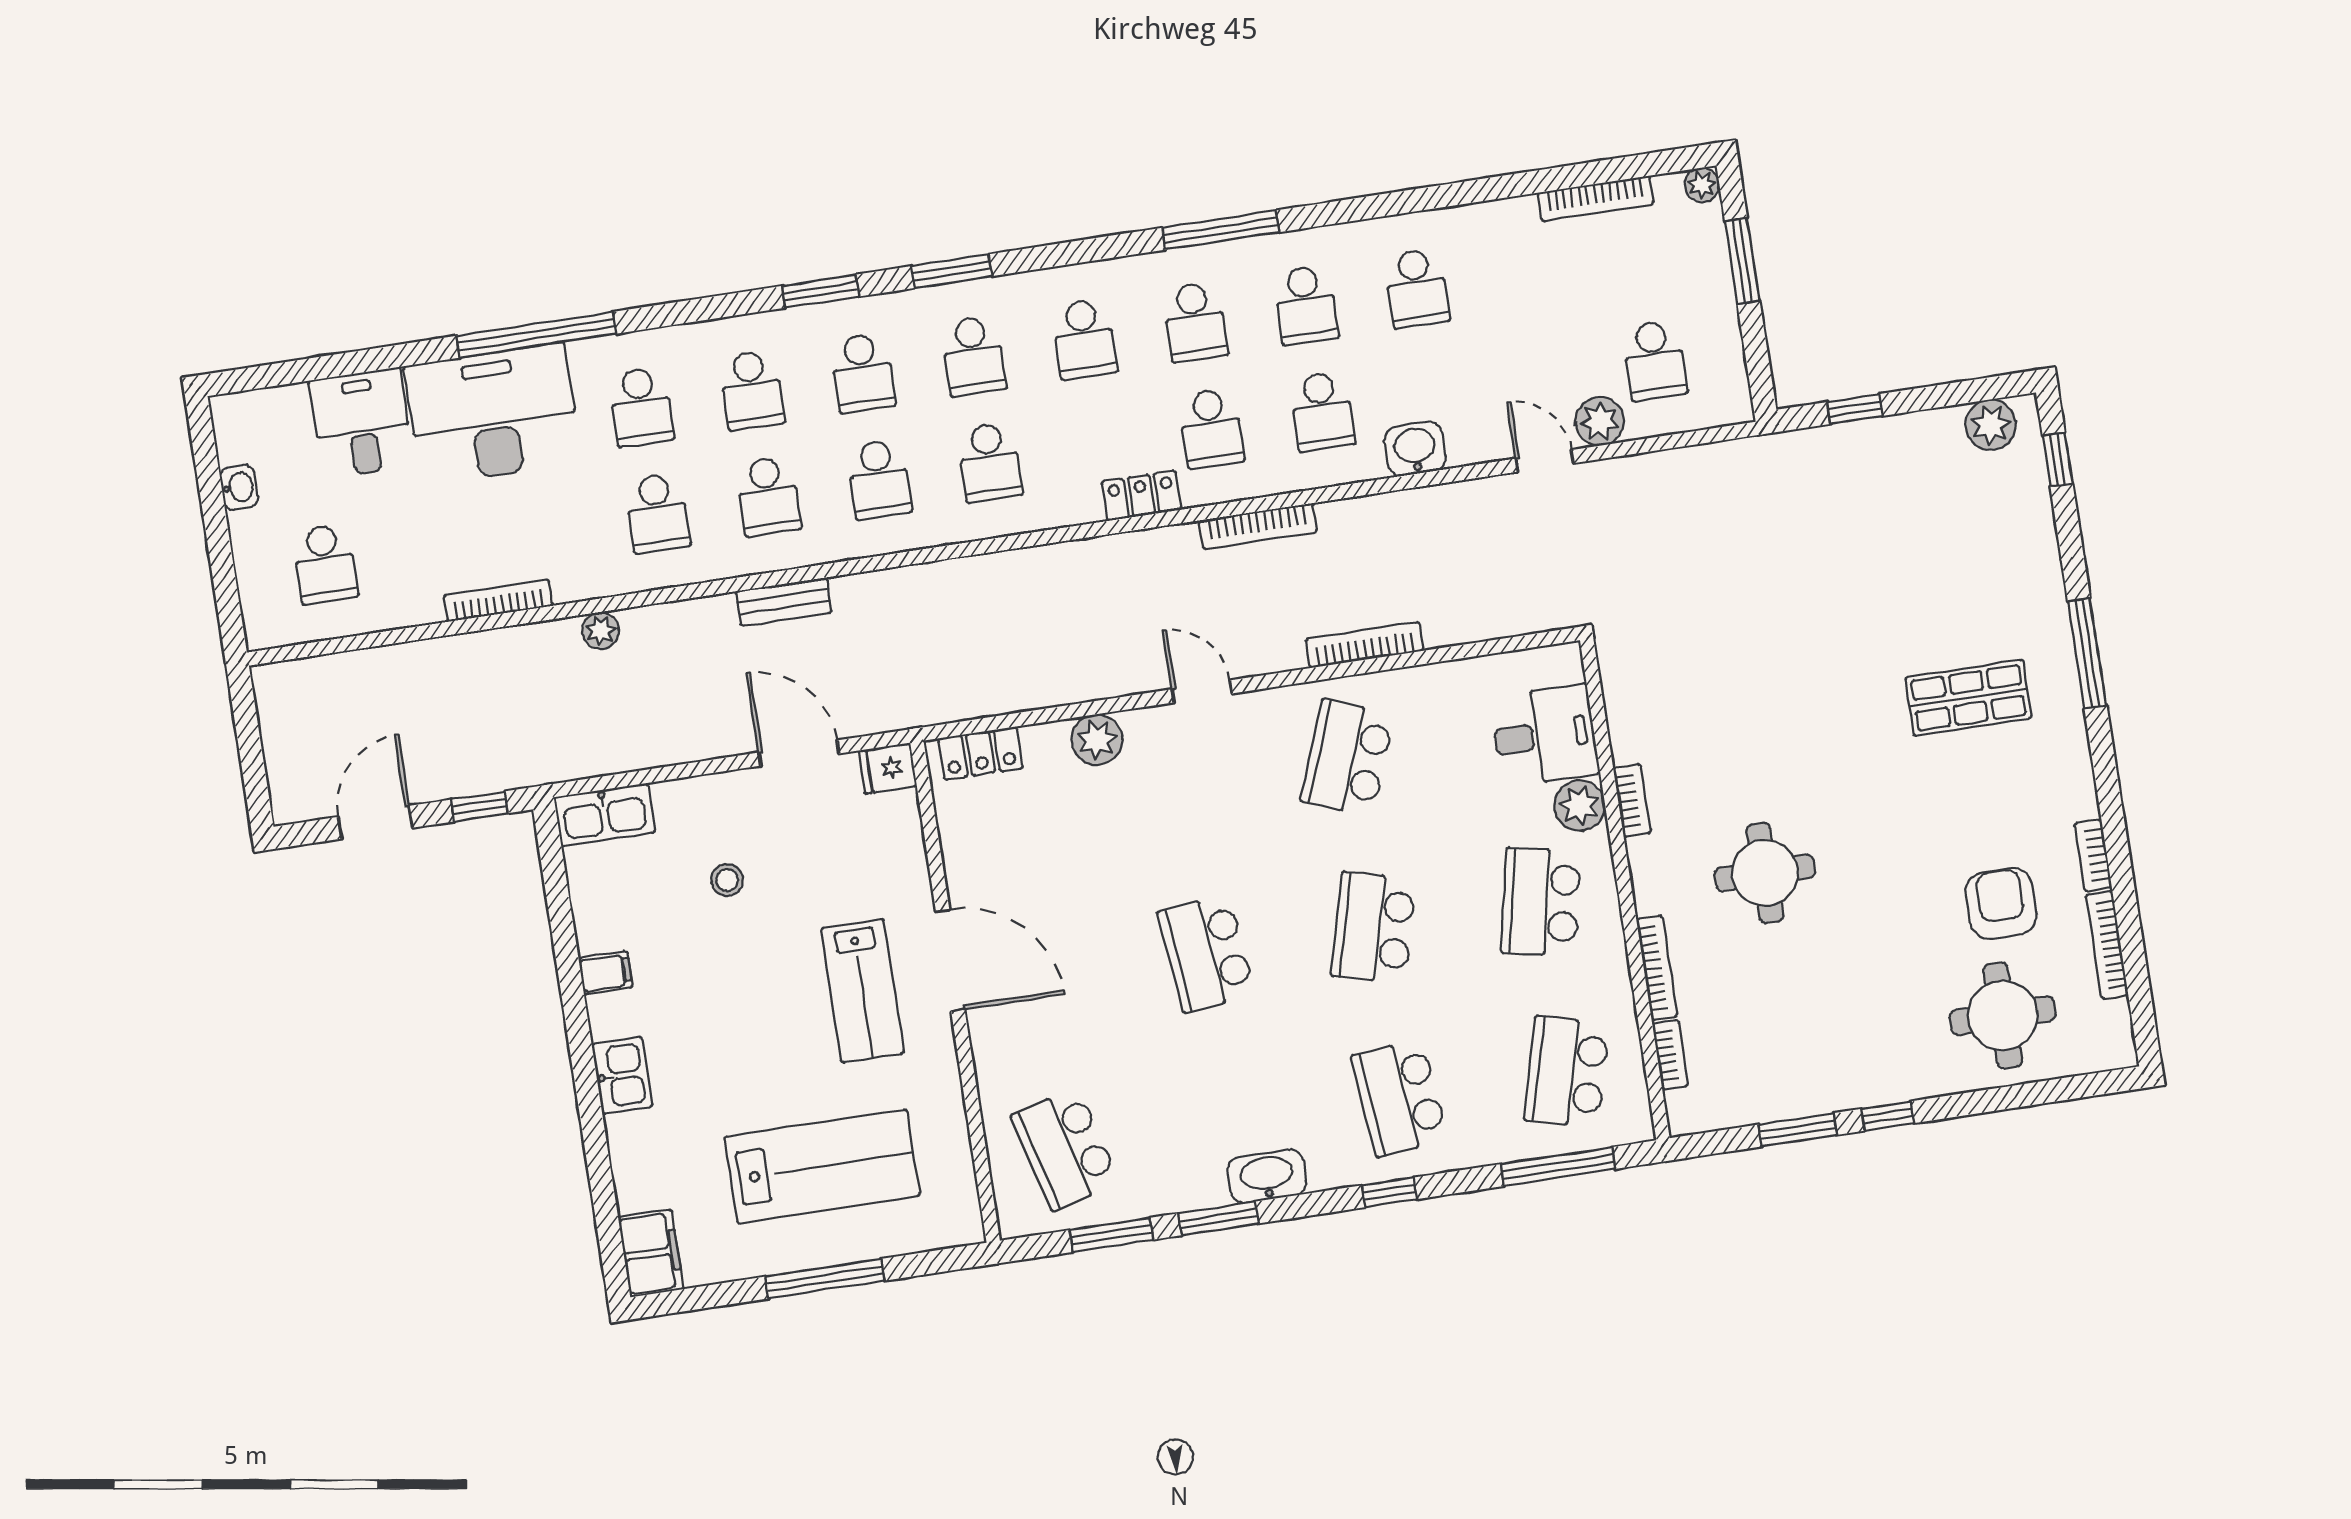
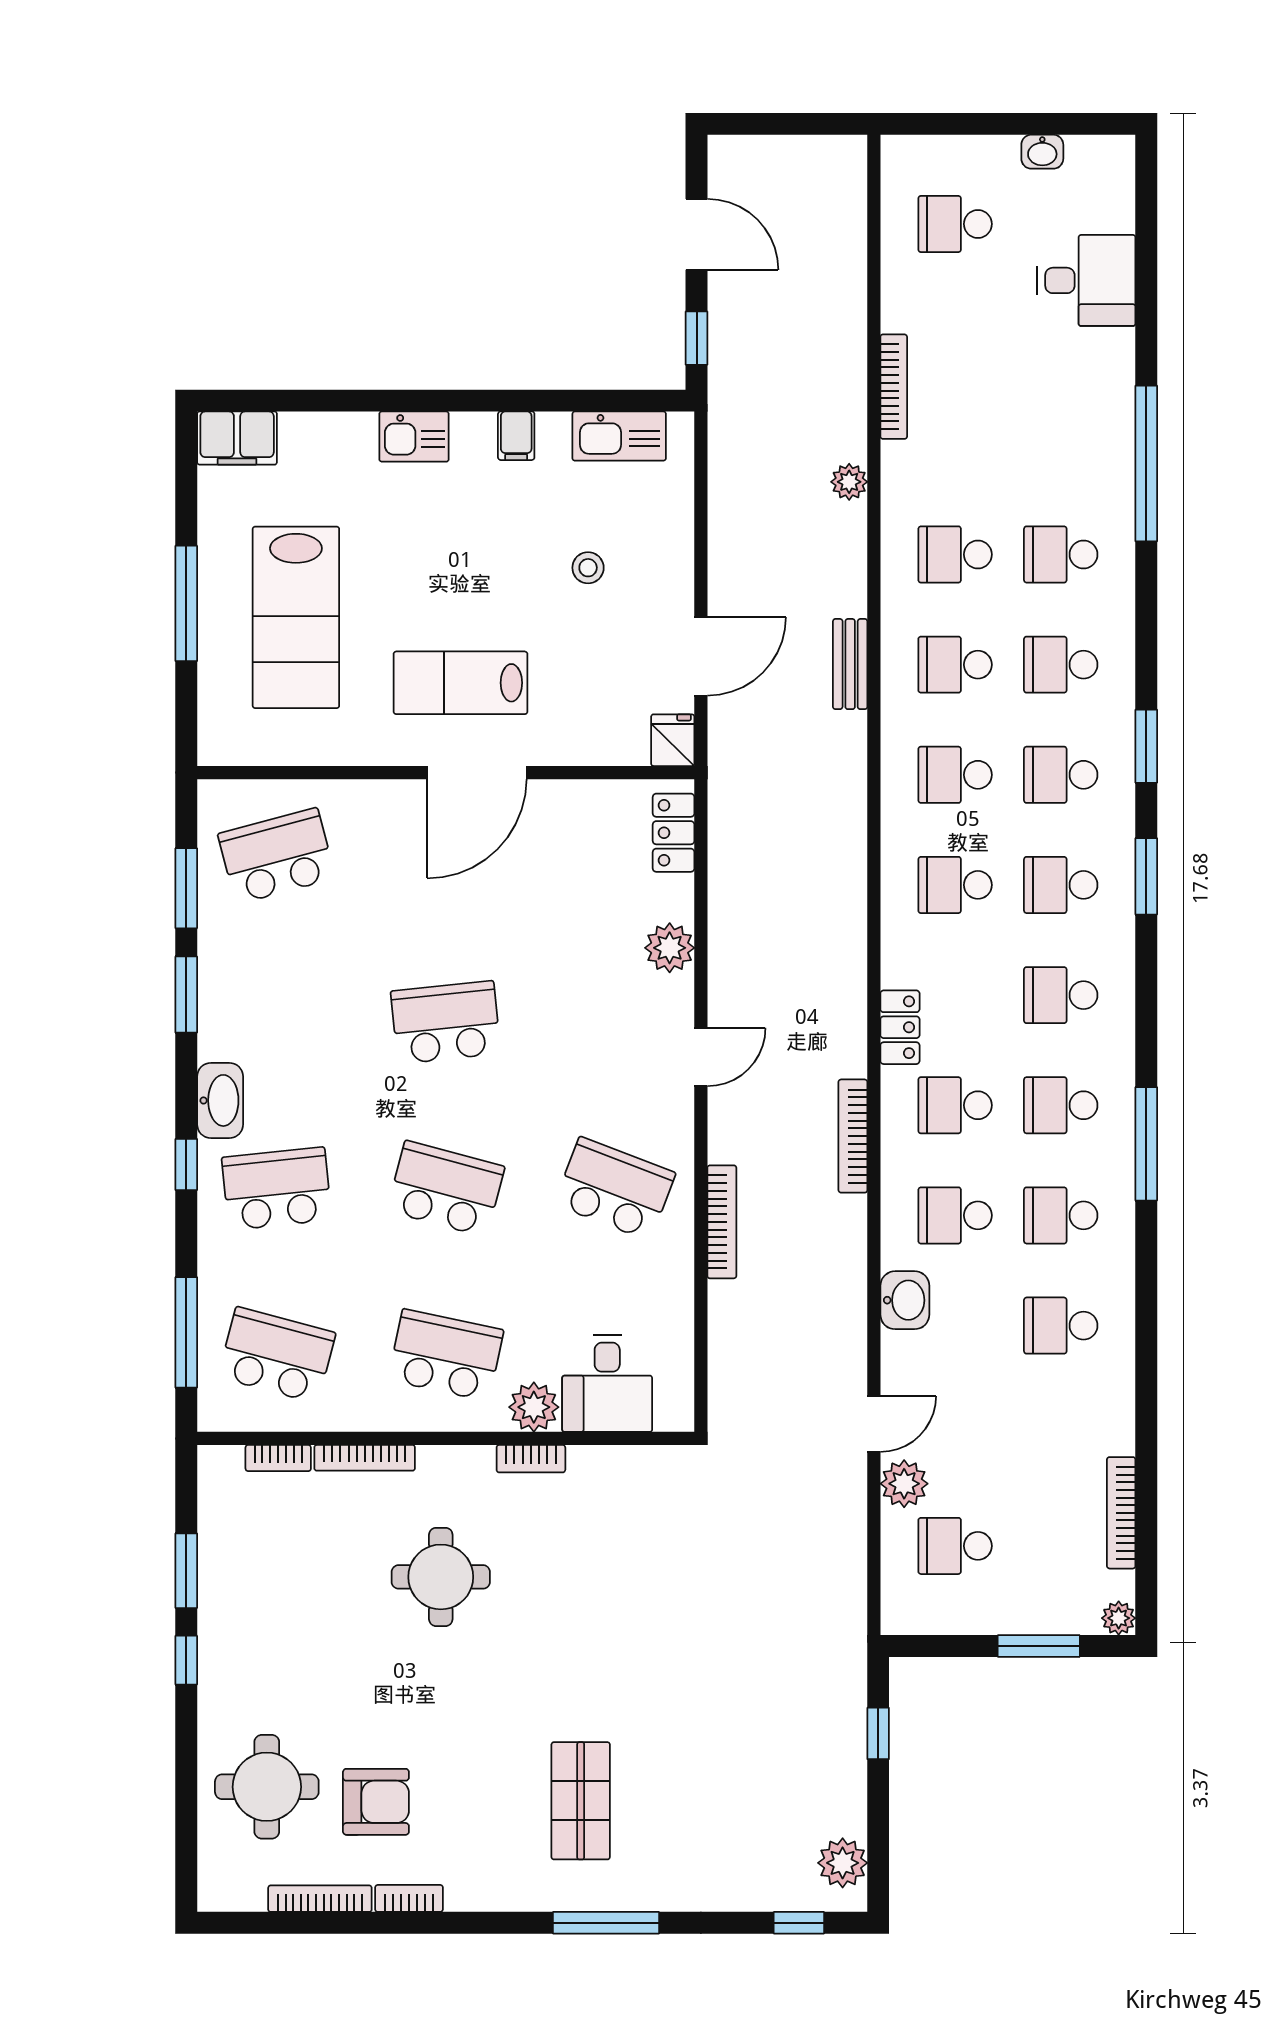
desk: (493, 414) -> (1076, 409), removed
kitchen sink: (604, 815) -> (619, 436), moved, turned -90
washbasin: (1267, 1176) -> (220, 1100), moved

